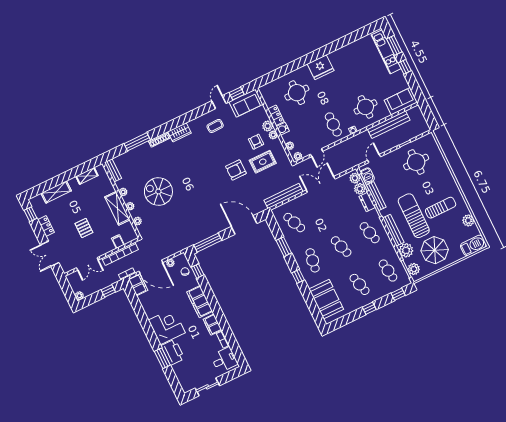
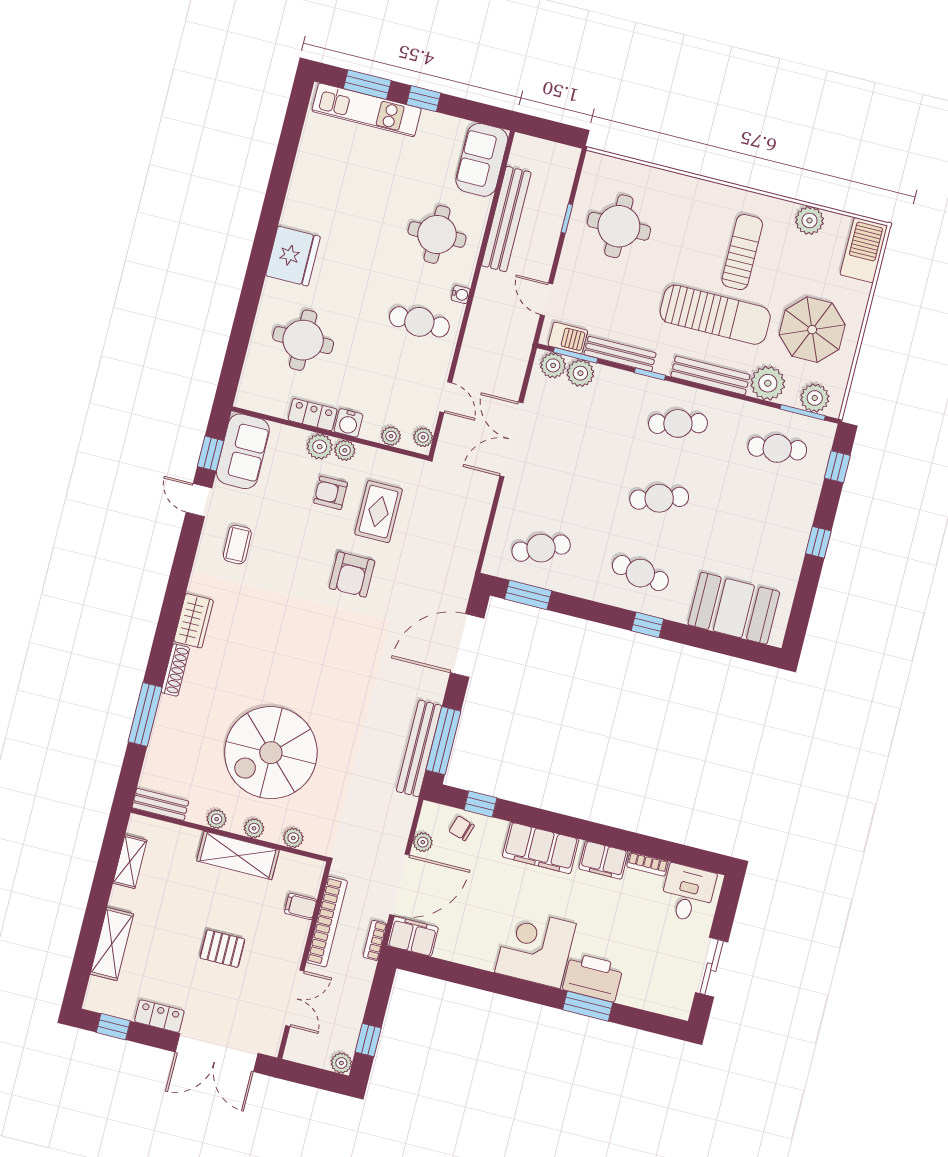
spiral stairs: (158, 191) -> (271, 753), width x1.37, depth x1.37
bench: (283, 196) -> (419, 748), moved
dresser: (367, 202) -> (616, 380), removed
sun lounger: (414, 216) -> (715, 315), turned 180
window: (284, 247) -> (528, 595), moved
double door: (50, 254) -> (217, 1053), width x1.37
cafe table: (359, 284) -> (758, 523), removed
window: (108, 291) -> (368, 1040), moved

